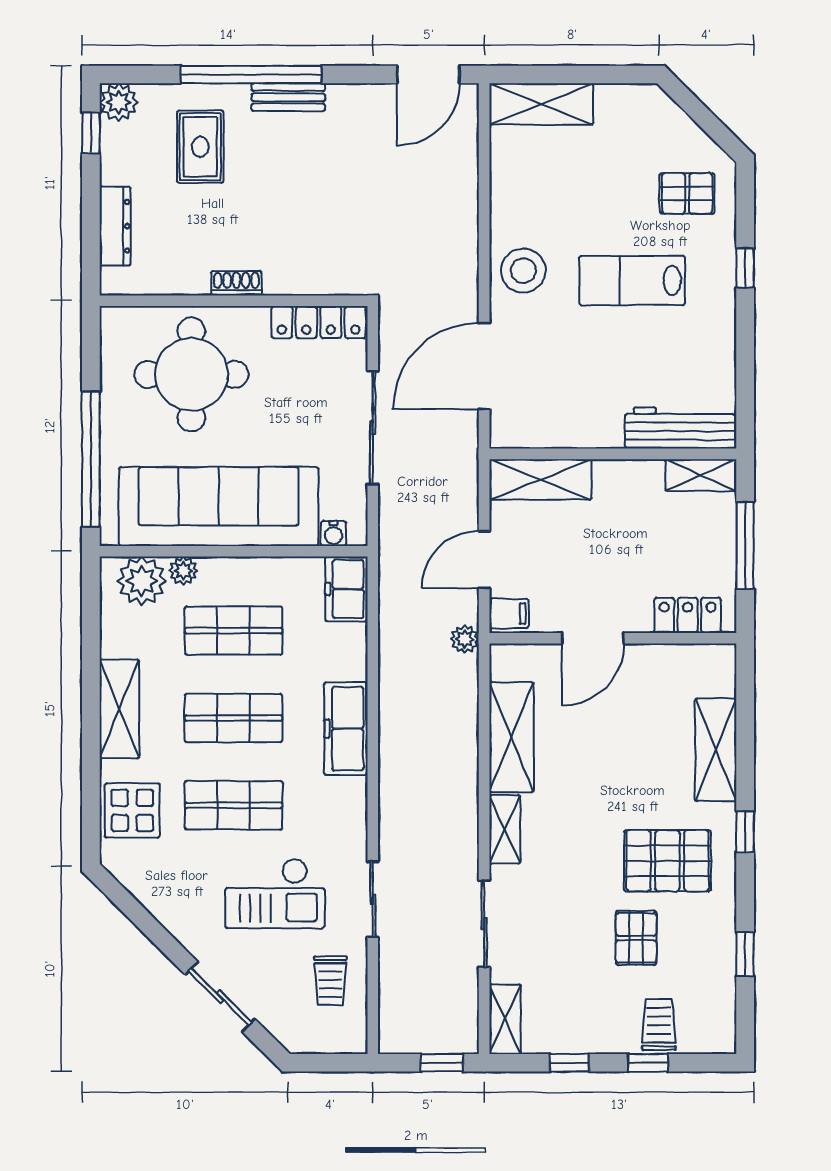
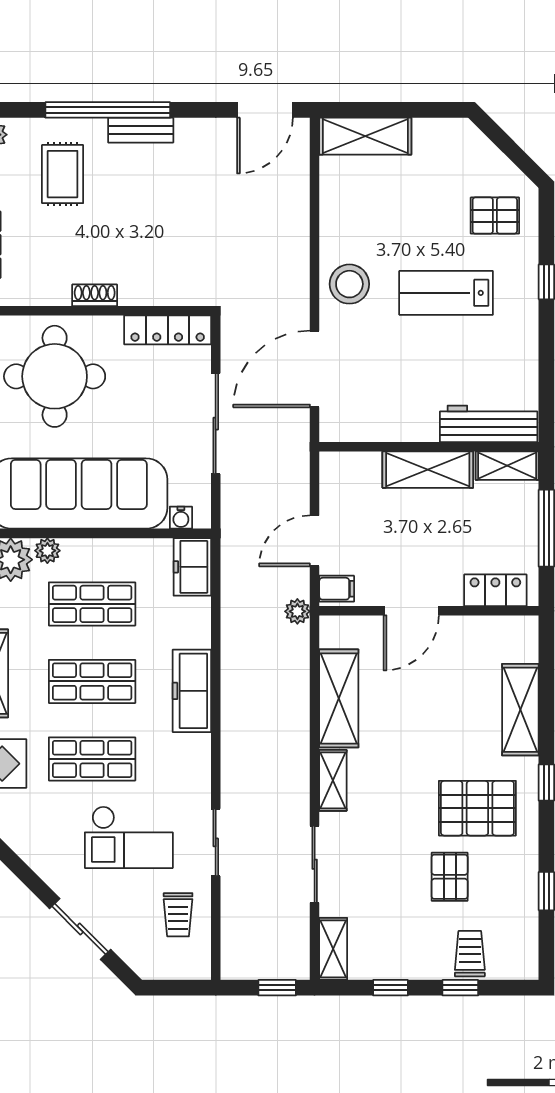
shelving: (540, 479) -> (428, 470), moved

